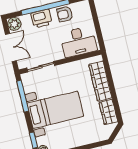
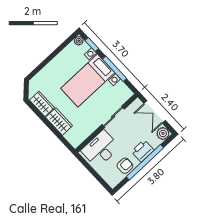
sliding door: (41, 67) -> (113, 117), moved
wardrobe: (100, 81) -> (59, 122), width x0.67
window: (23, 96) -> (114, 69), moved

